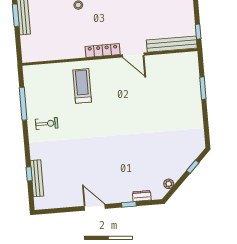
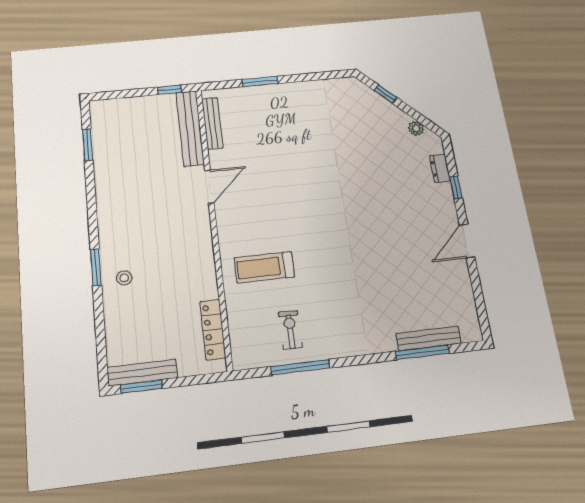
locker: (103, 50) -> (213, 329), moved
bench: (175, 58) -> (212, 123), added
exercise bike: (47, 124) -> (290, 330), moved
window: (29, 174) -> (422, 352), width x2.17

